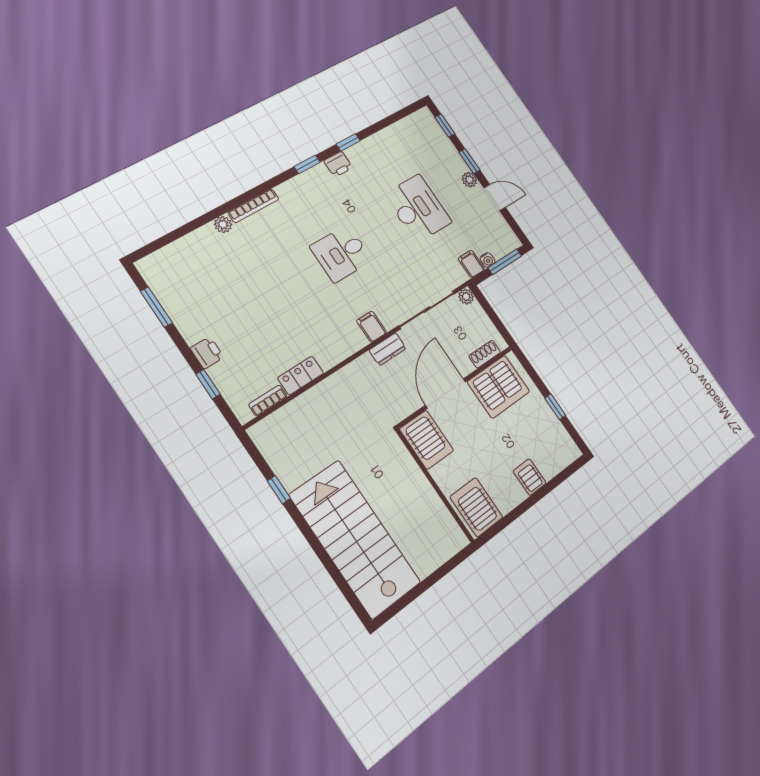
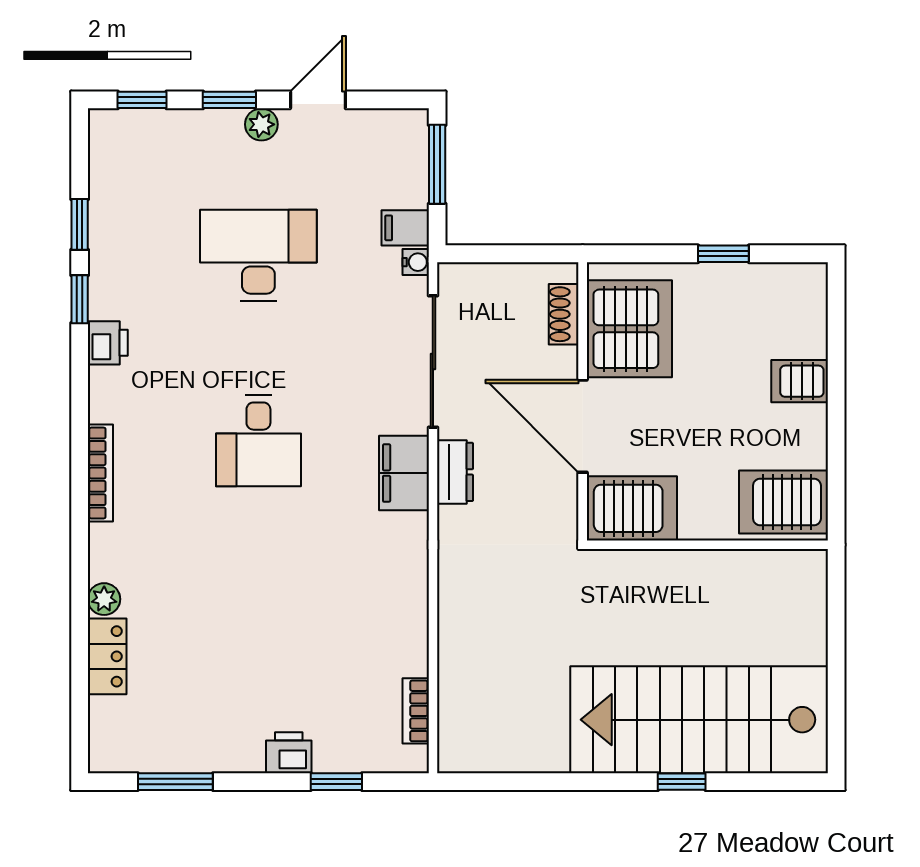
window: (307, 164) -> (80, 224), moved
bookcase: (253, 206) -> (100, 473), moved
water cooler: (488, 260) -> (416, 262), moved
plant: (466, 297) -> (453, 278), removed
filing cabinet: (372, 327) -> (404, 473), width x2.00
locker: (301, 376) -> (107, 656), moved, turned 180
window: (279, 490) -> (682, 782), moved

